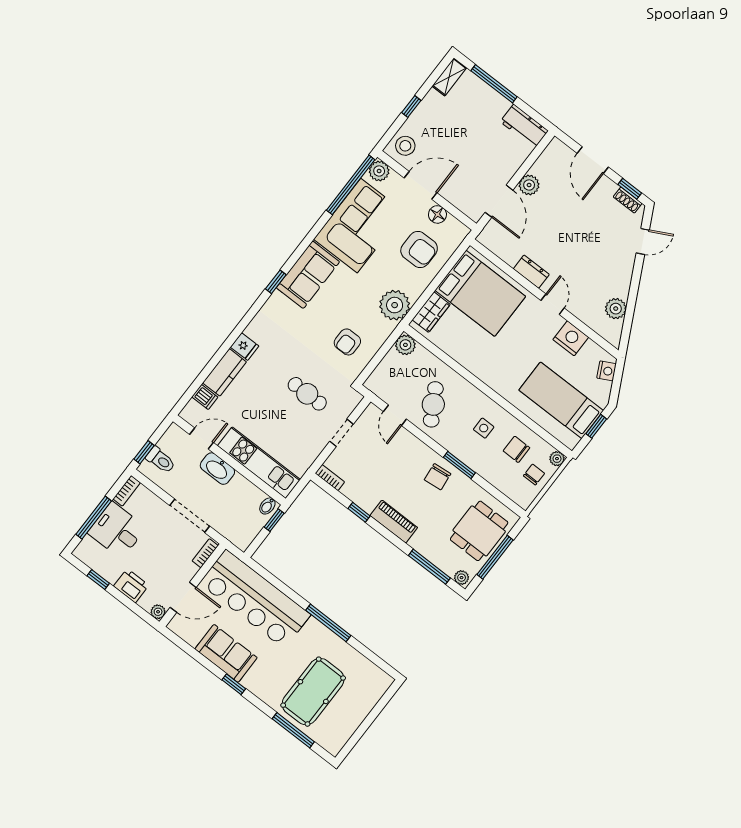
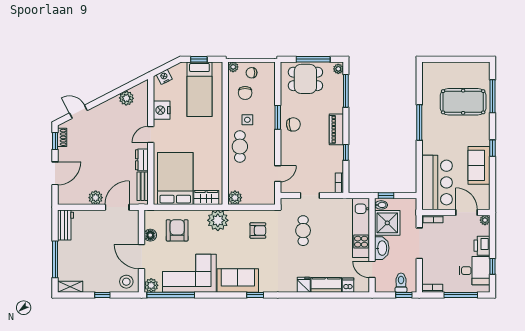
bench: (500, 249) -> (143, 186), added
cafe table: (433, 404) -> (240, 147), moved, turned -60
shower: (241, 497) -> (387, 223), added
desk: (117, 530) -> (475, 271), moved, turned -90
bar counter: (255, 599) -> (437, 182), width x0.73

